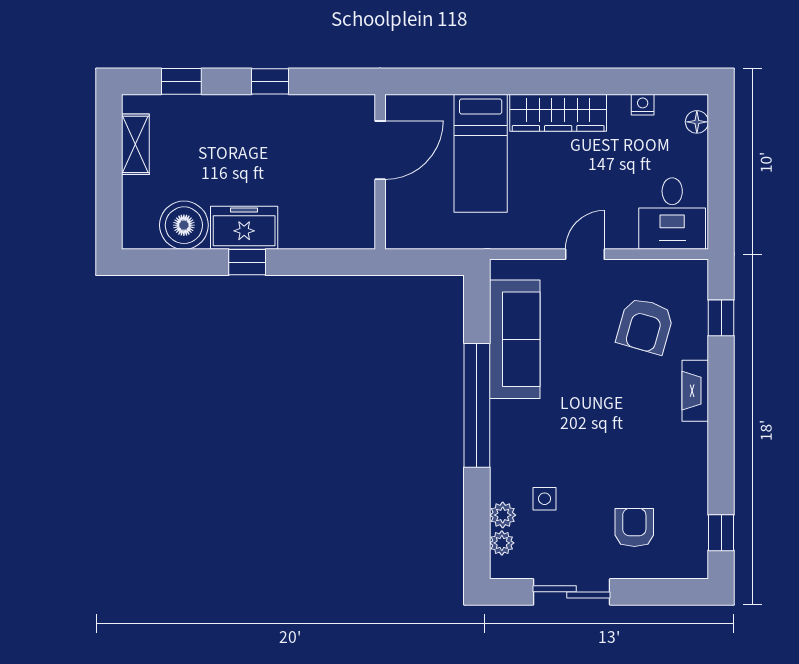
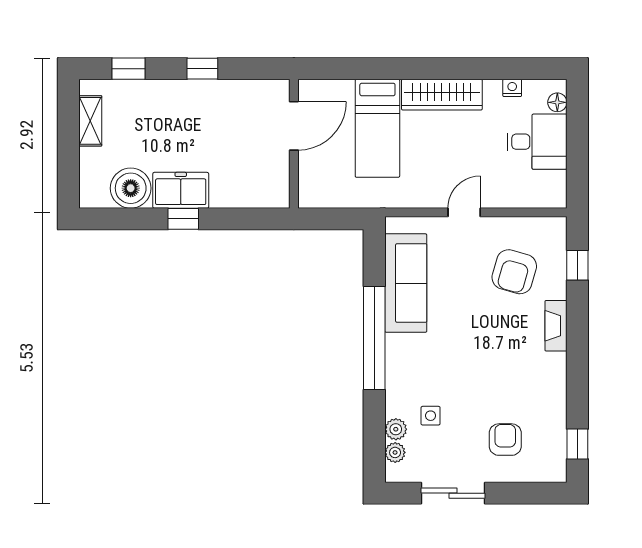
desk: (672, 214) -> (537, 142), moved, turned -90

